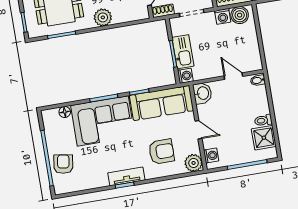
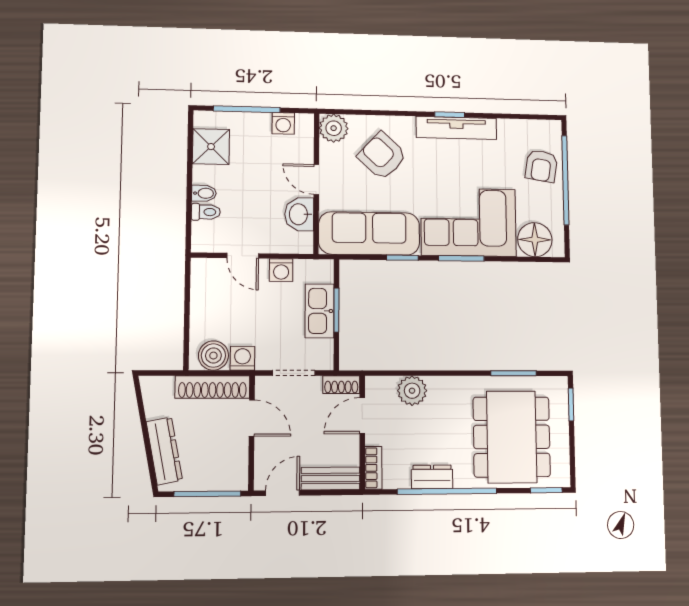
plant: (103, 17) -> (412, 391), moved
washing machine: (185, 76) -> (281, 270), moved, turned -90
bidet: (258, 80) -> (204, 193), moved
washbasin: (203, 93) -> (299, 214), moved
floor lamp: (65, 112) -> (535, 240), width x1.89, depth x1.89
toilet: (263, 120) -> (206, 212), moved
armchair: (162, 152) -> (382, 156), turned 43
washing machine: (211, 156) -> (283, 123), moved, turned -90
tv unit: (126, 176) -> (456, 128), width x1.41

